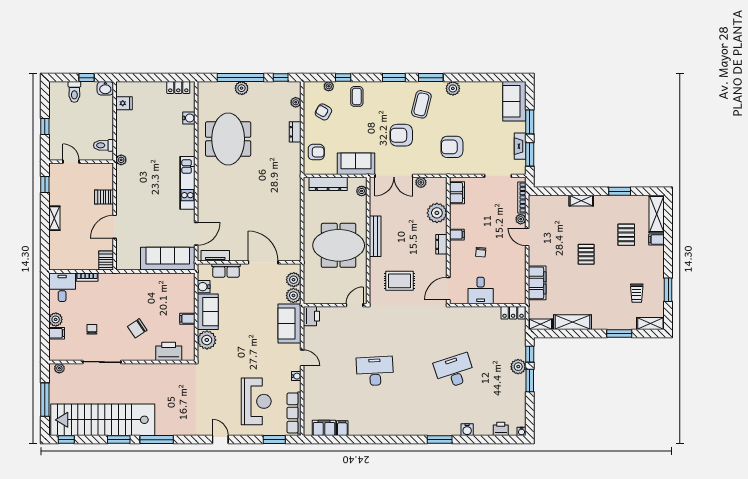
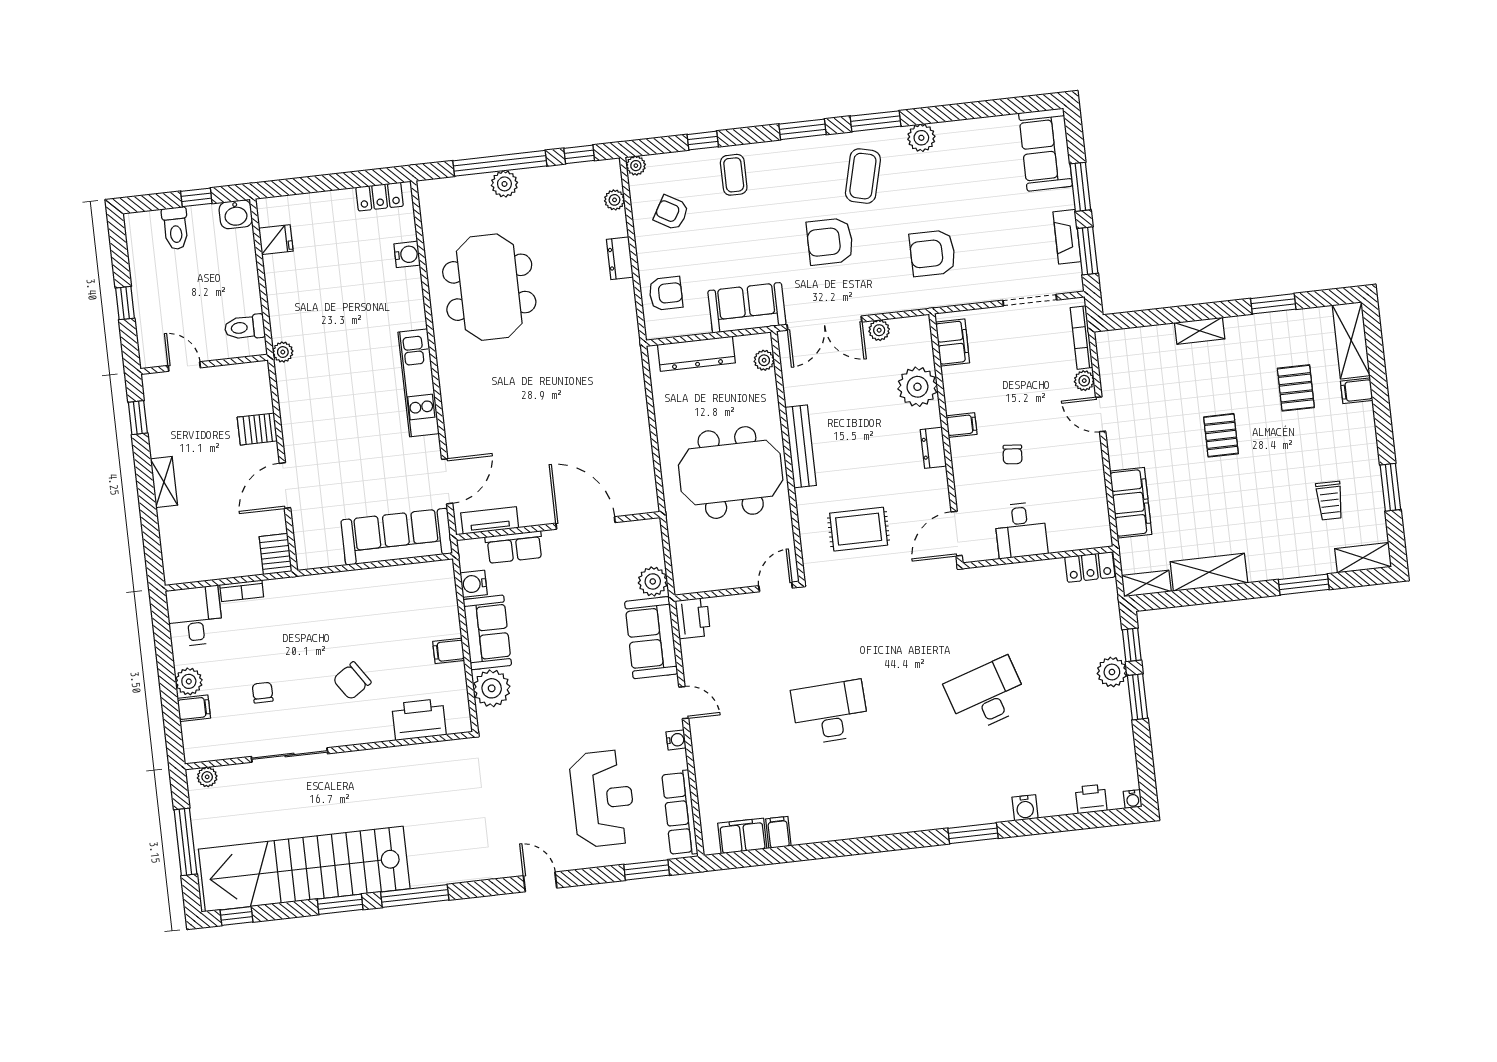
plant: (329, 86) -> (636, 166), moved
plant: (294, 280) -> (649, 550), removed

